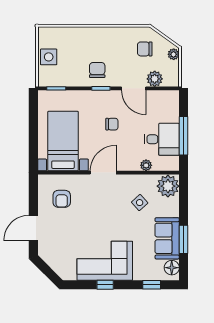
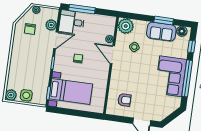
plant: (46, 35) -> (11, 95), added
chair: (97, 70) -> (40, 63), removed
window: (184, 136) -> (82, 9), moved
desk: (162, 139) -> (72, 22), moved, turned -90
bed with nightstands: (63, 141) -> (71, 91), moved, turned 180
door: (103, 173) -> (112, 55), moved
window: (105, 285) -> (187, 78), width x3.17

